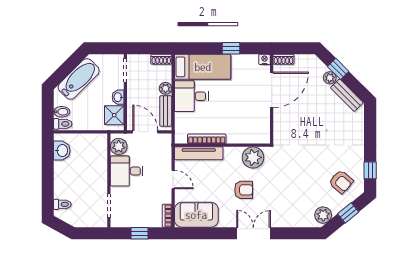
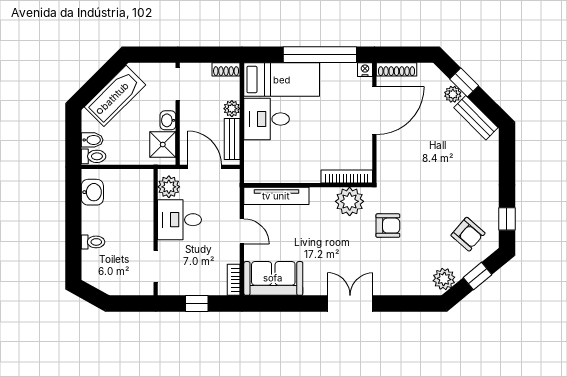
window: (231, 48) -> (320, 55), width x3.17
shoe rack: (283, 59) -> (397, 69), width x1.43
bookcase: (207, 139) -> (347, 176), moved
armchair: (244, 190) -> (388, 226), moved
toilet: (62, 204) -> (93, 242), moved

